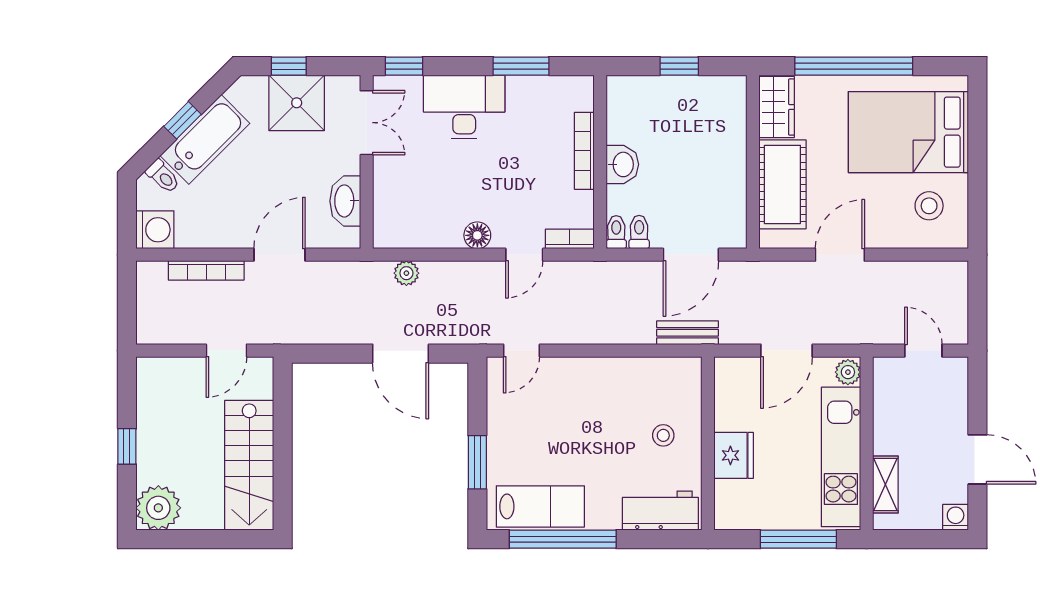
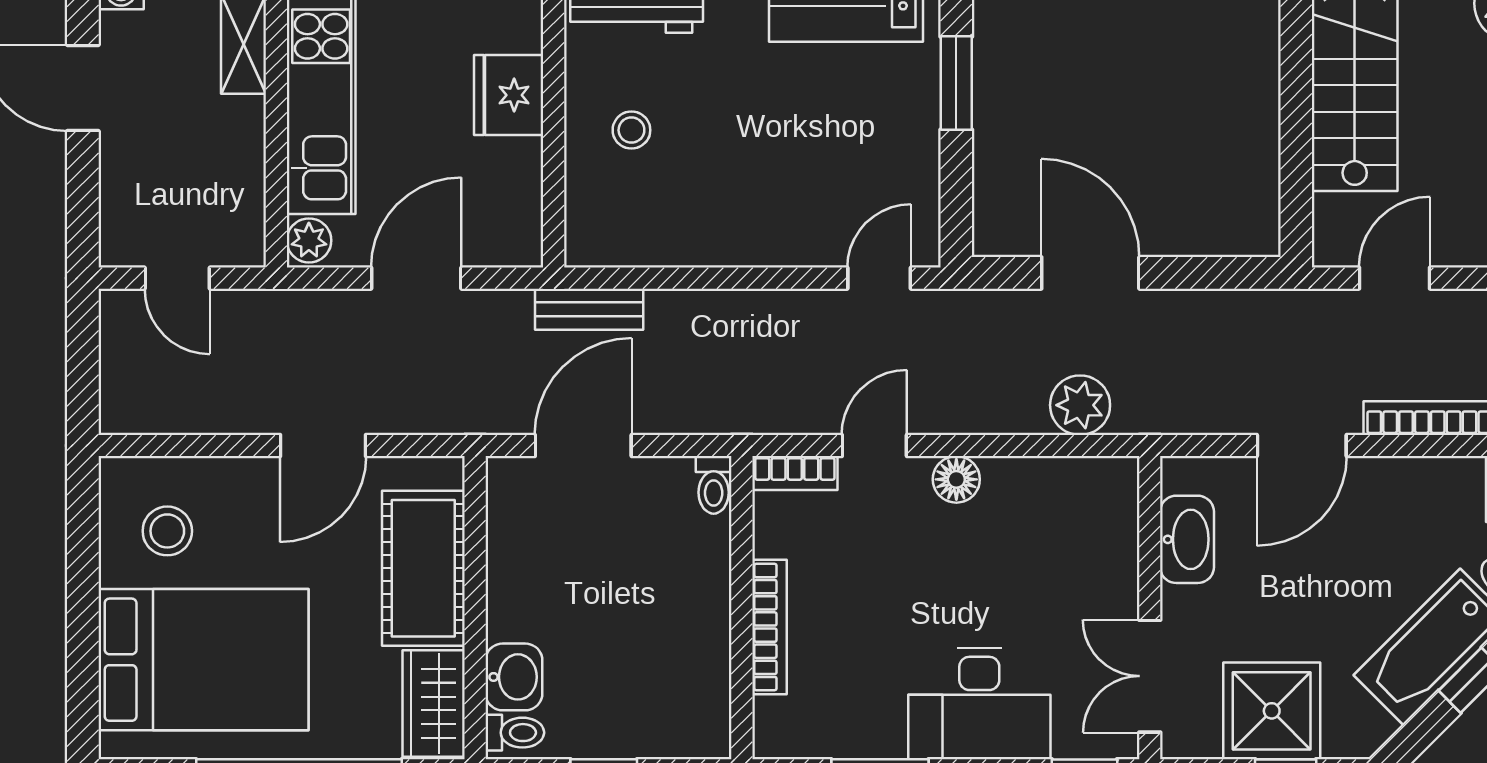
washbasin: (622, 164) -> (514, 677), moved, turned 180
toilet: (639, 232) -> (515, 733), moved, turned -90
plant: (406, 273) -> (1080, 405), width x1.38, depth x1.38

